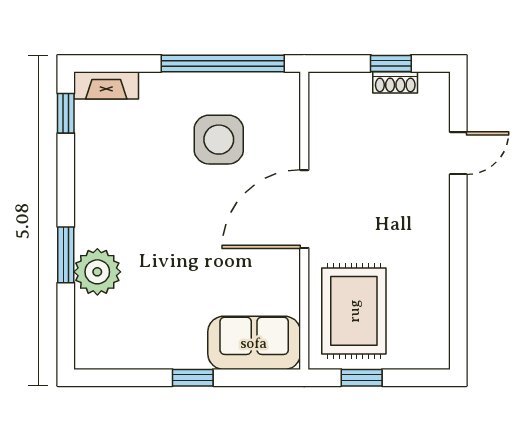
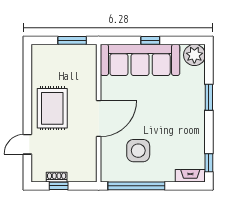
plant: (97, 272) -> (194, 55), moved
rug: (354, 311) -> (52, 108), moved
sofa: (254, 343) -> (140, 60), width x1.85, depth x1.27
window: (362, 378) -> (72, 40), width x1.50

